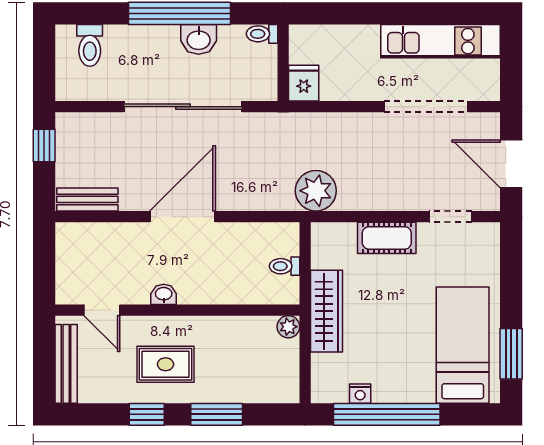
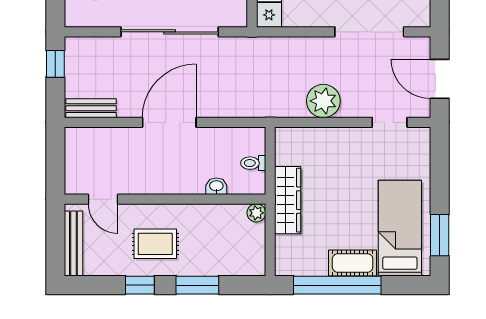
plant: (316, 191) -> (323, 101), moved
cot: (387, 238) -> (353, 263), moved
washbasin: (164, 294) -> (216, 186), moved
nightstand: (360, 394) -> (315, 268), removed

